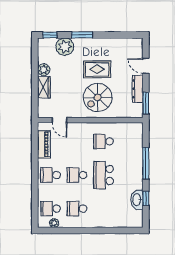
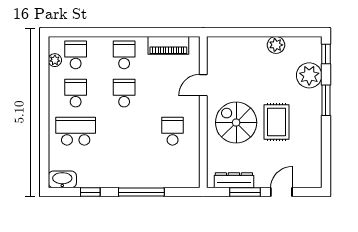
wardrobe: (44, 87) -> (250, 45), removed
dresser: (138, 89) -> (234, 180), moved
window: (146, 103) -> (245, 192), moved
door: (60, 120) -> (203, 85), moved
school desk: (104, 175) -> (76, 131), moved
washbasin: (137, 200) -> (62, 179), moved

